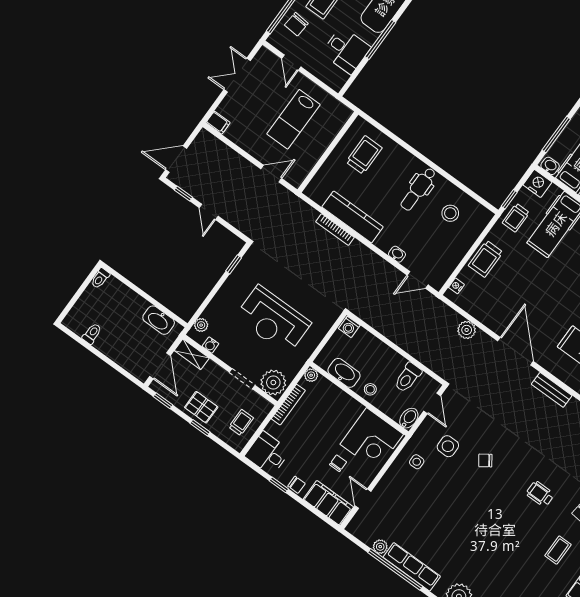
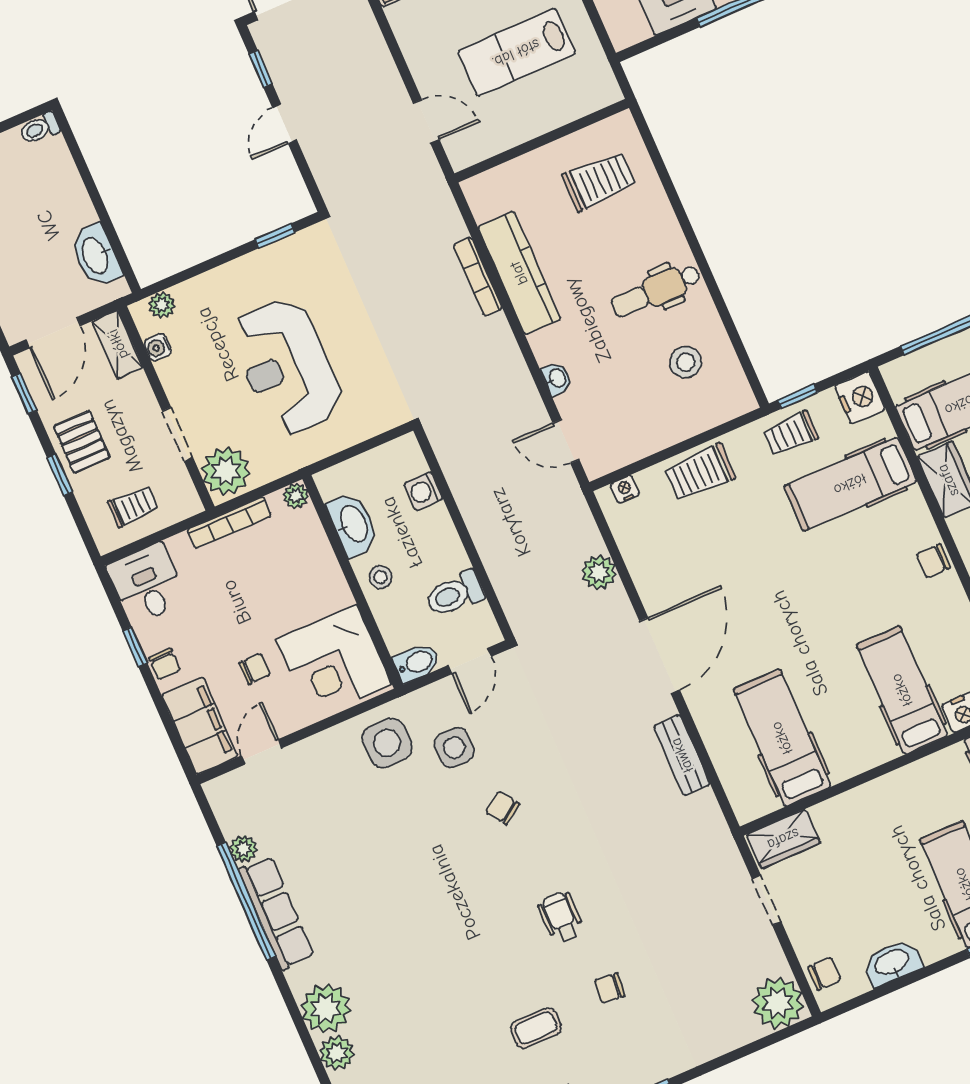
washbasin: (550, 166) -> (898, 381), removed
washing machine: (349, 327) -> (423, 491), moved
side table: (417, 462) -> (387, 743), width x1.87, depth x1.87

